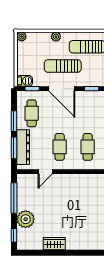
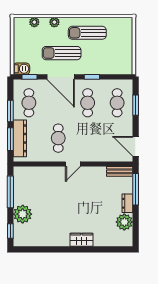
plant: (22, 37) -> (34, 22), moved
cafe table: (88, 147) -> (88, 103), moved
door: (45, 172) -> (73, 164), moved
wardrobe: (54, 244) -> (82, 240), moved

